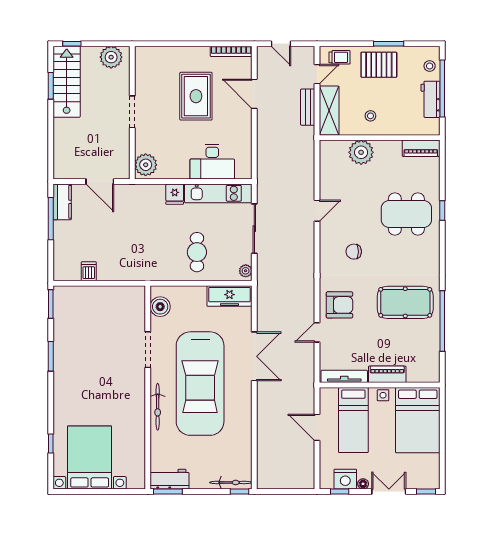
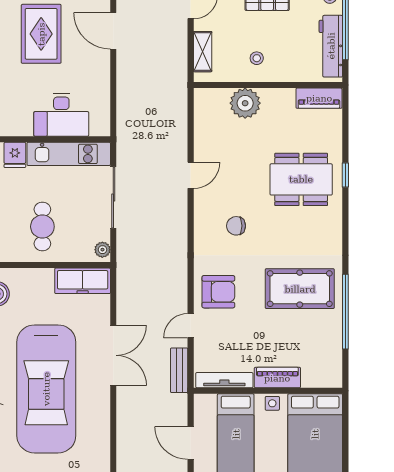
workbench: (430, 99) -> (331, 46), width x1.38
bench: (308, 107) -> (179, 370), moved
shelving: (329, 110) -> (203, 52), width x0.67, depth x0.75

